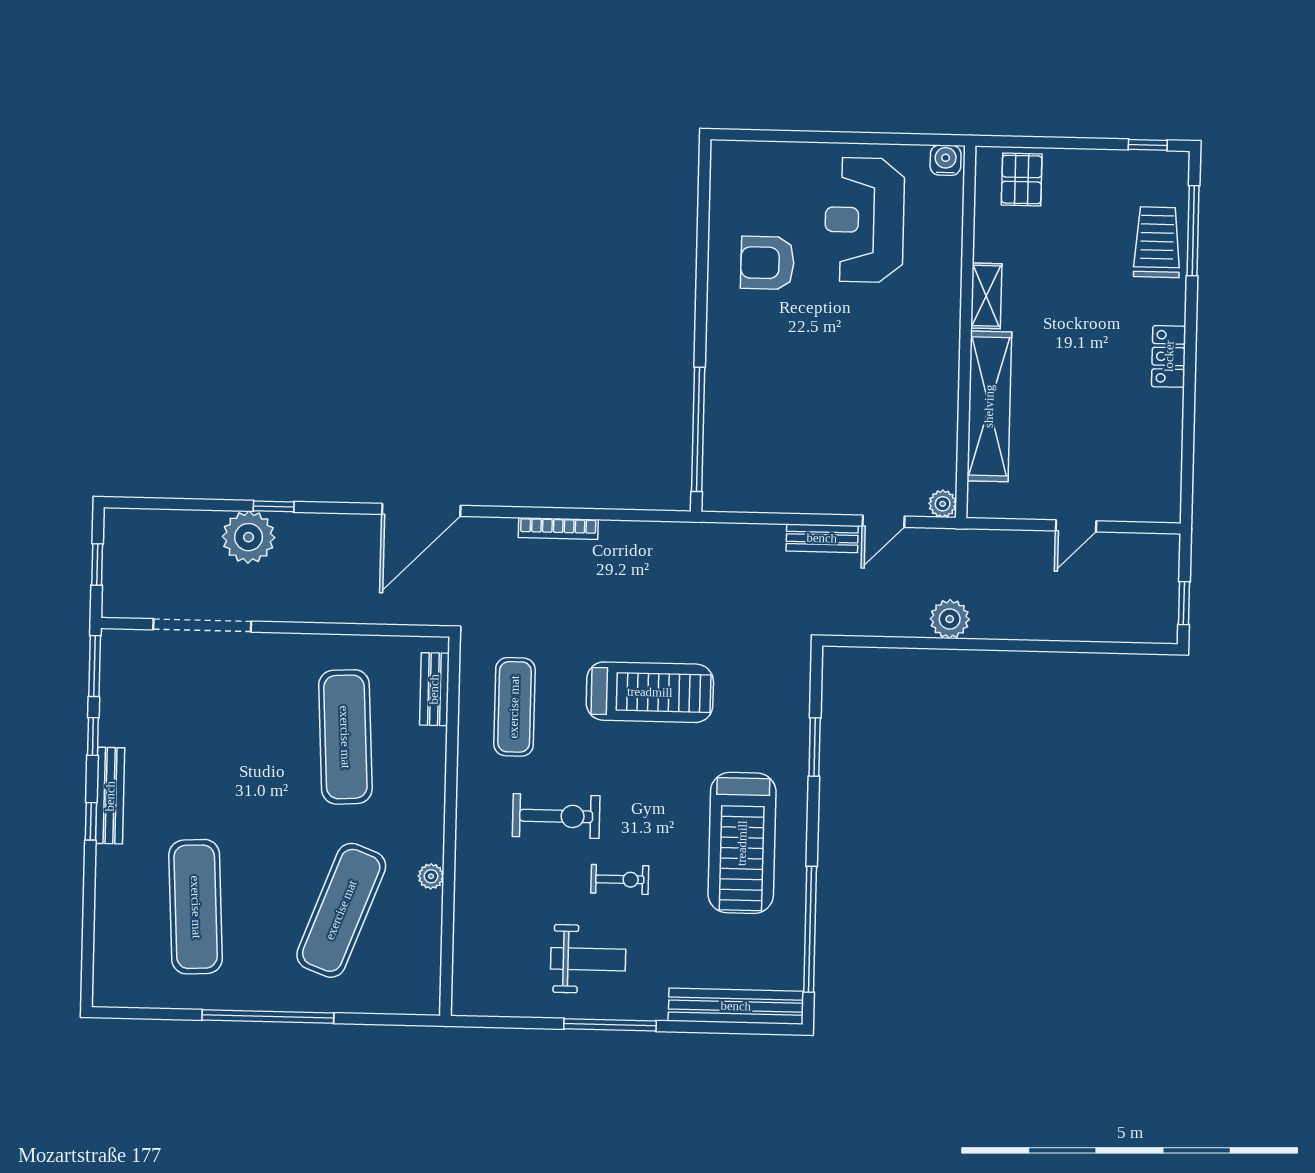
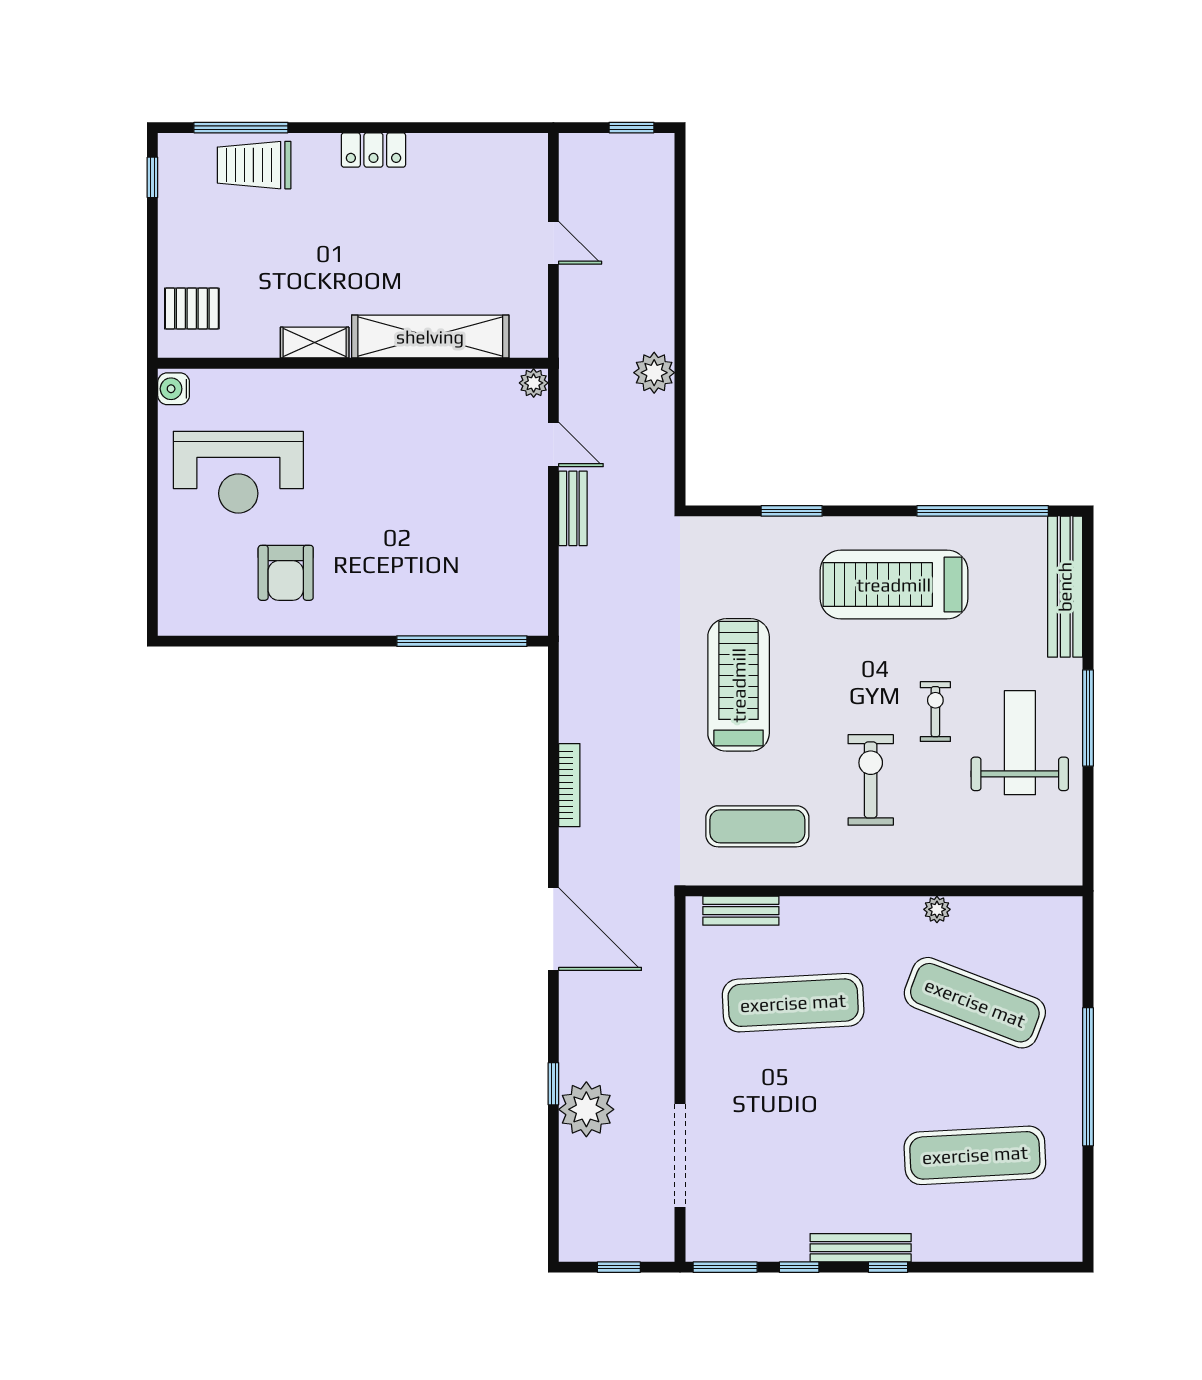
treadmill: (742, 843) -> (894, 585), turned 180
weight bench: (588, 959) -> (1020, 743), width x1.36, depth x1.33

